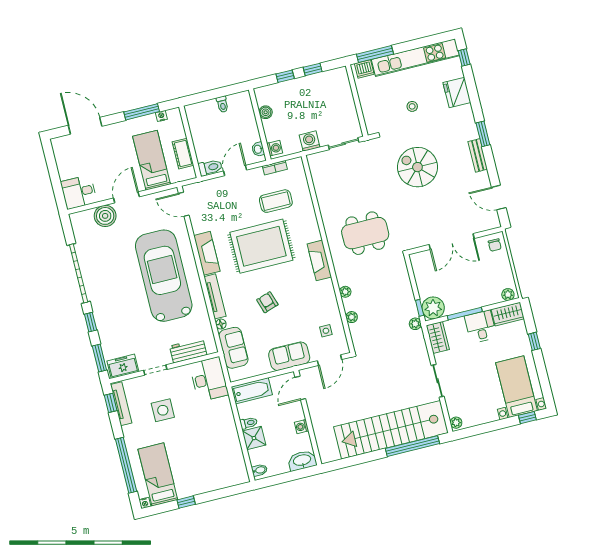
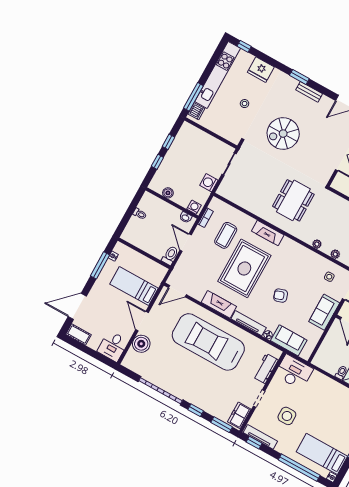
cot: (183, 154) -> (79, 334), moved
fireplace: (319, 260) -> (268, 233), moved
bathtub: (252, 391) -> (324, 353), removed

